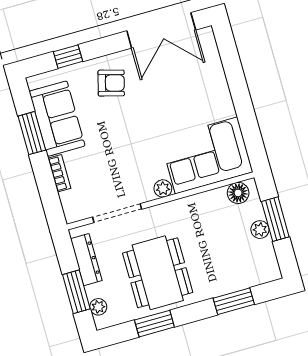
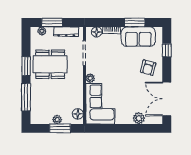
plant: (213, 74) -> (139, 118), added
floor lamp: (71, 201) -> (97, 32), added
window: (234, 301) -> (26, 97), width x1.44
window: (154, 324) -> (26, 66), moved

